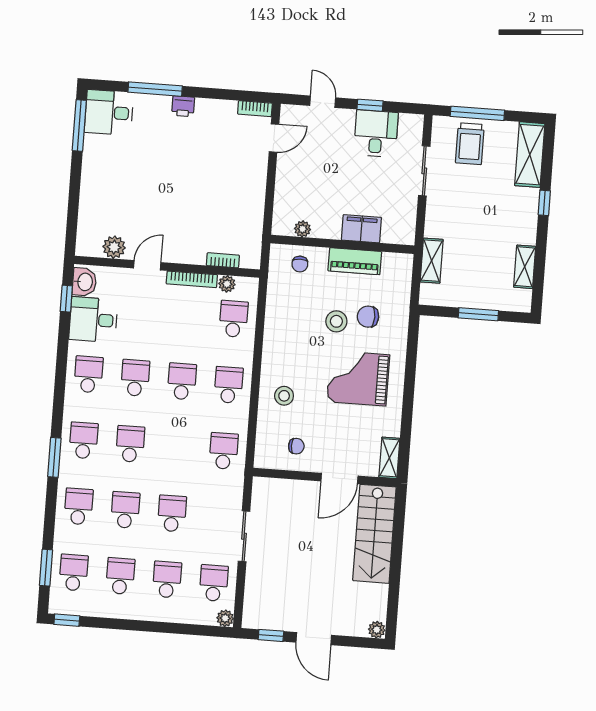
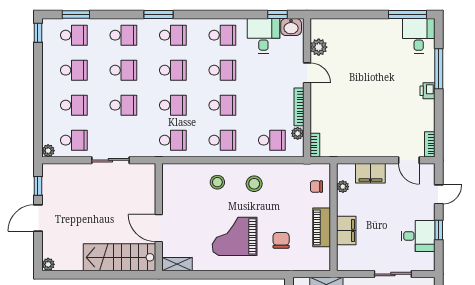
filing cabinet: (287, 191) -> (370, 173), added
bookcase: (223, 260) -> (315, 145), moved
stool: (336, 321) -> (254, 184), moved
grand piano: (358, 378) -> (235, 236), turned -90
chair: (296, 446) -> (180, 194), removed
school desk: (177, 447) -> (173, 105), added

